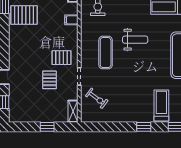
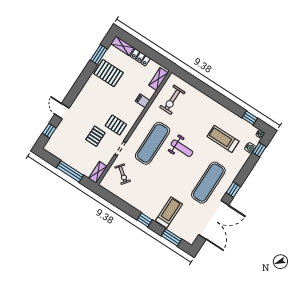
exercise mat: (106, 53) -> (153, 143), width x1.36, depth x1.45
window: (47, 127) -> (70, 171), width x2.17

